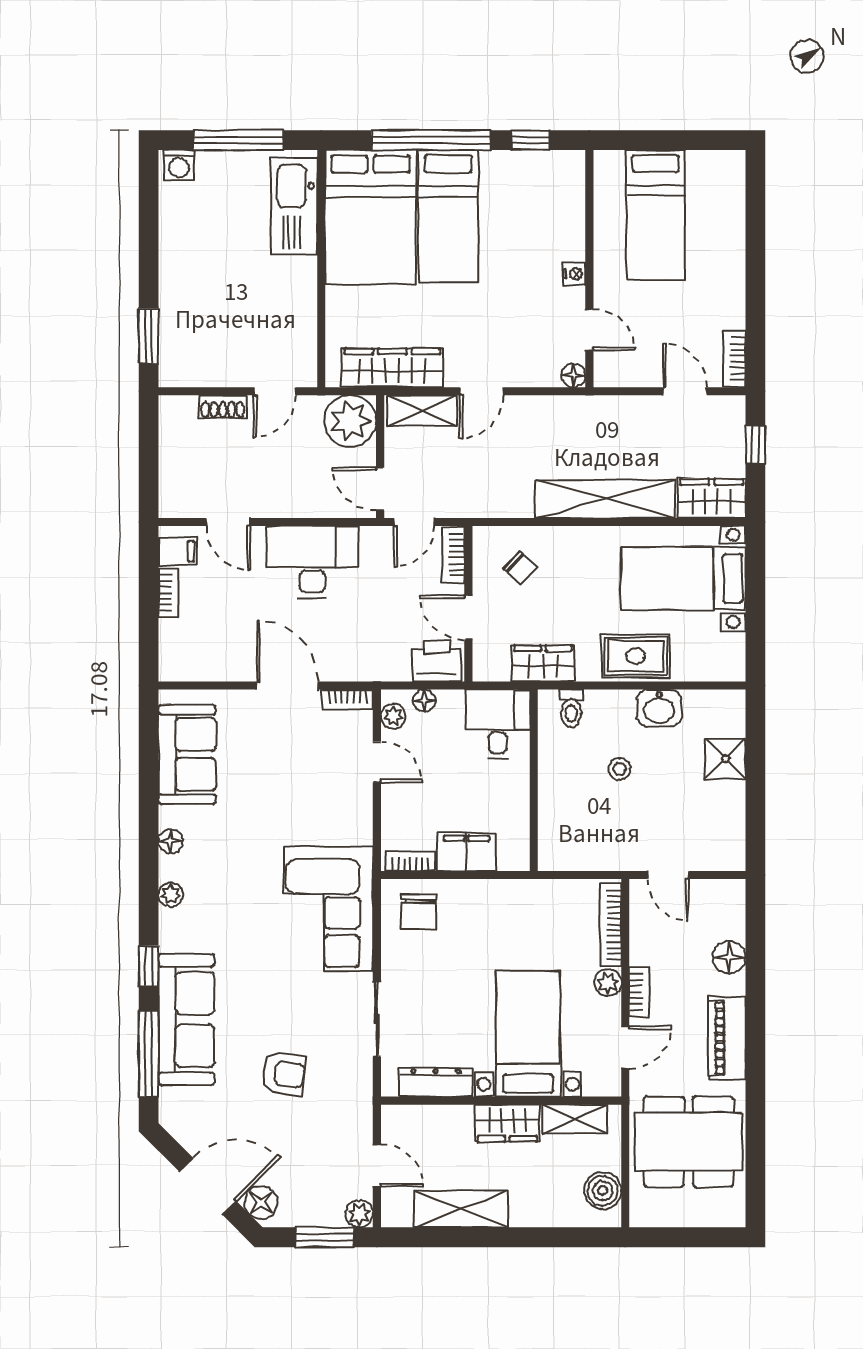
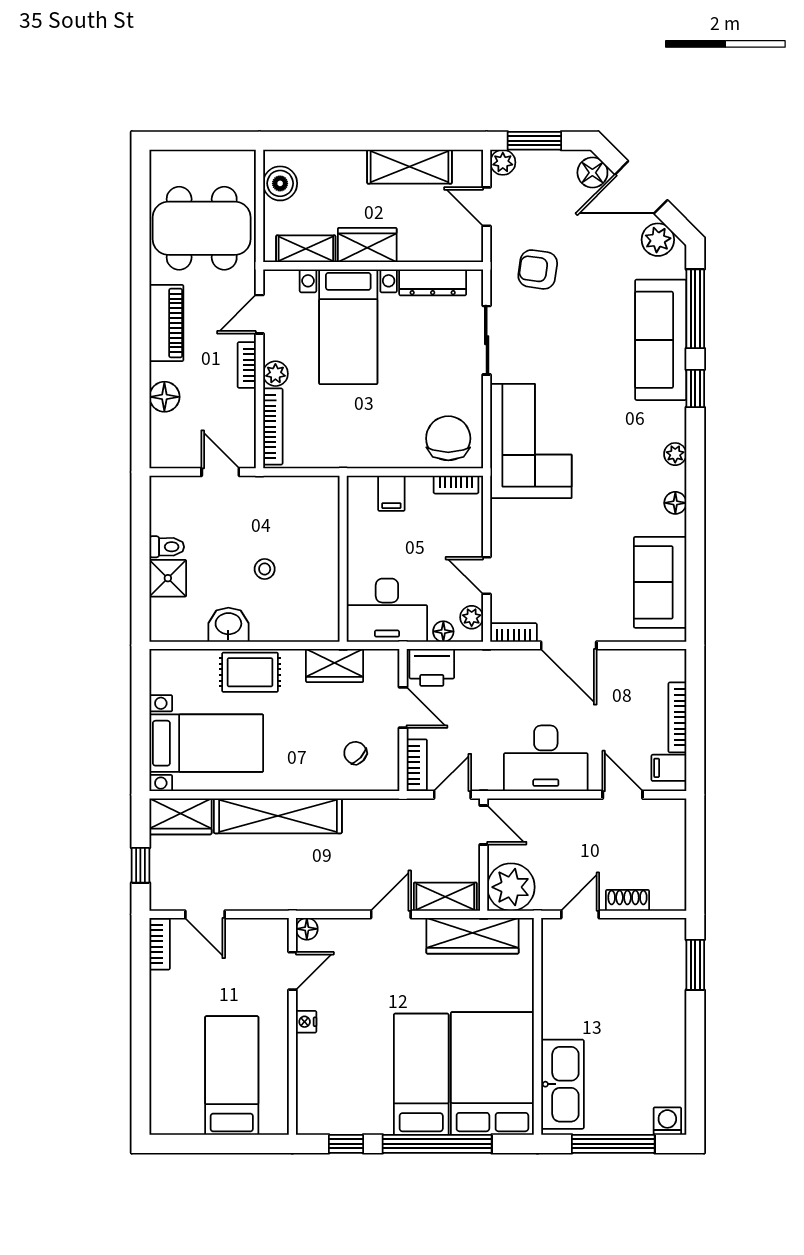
door: (589, 329) -> (292, 971), swing flipped
bookcase: (168, 593) -> (677, 717), width x1.56
toilet: (571, 708) -> (167, 547), moved, turned 90
desk: (498, 724) -> (387, 610), width x1.37
filing cabinet: (467, 852) -> (391, 493), width x0.50
chair: (419, 912) -> (448, 438), width x1.37, depth x1.37
armchair: (284, 1074) -> (538, 269), moved
plant: (190, 1129) -> (658, 240), added

